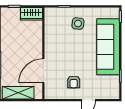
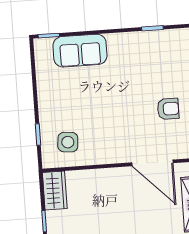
side table: (78, 23) -> (68, 142), moved
sofa: (108, 47) -> (80, 51), width x0.54, depth x0.79

